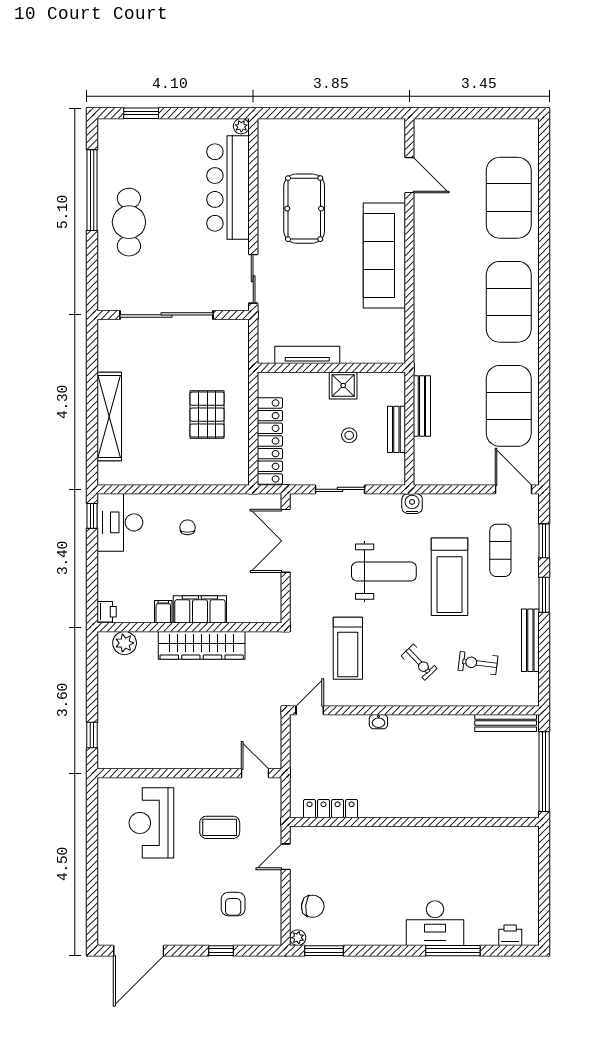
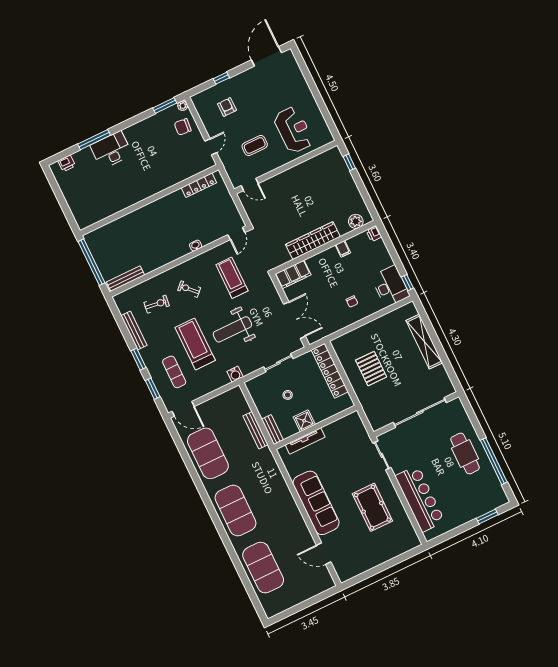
plant: (241, 126) -> (429, 536), removed
tv unit: (307, 355) -> (305, 441), moved
bench: (396, 429) -> (272, 430), moved
filing cabinet: (200, 609) -> (293, 274), moved

